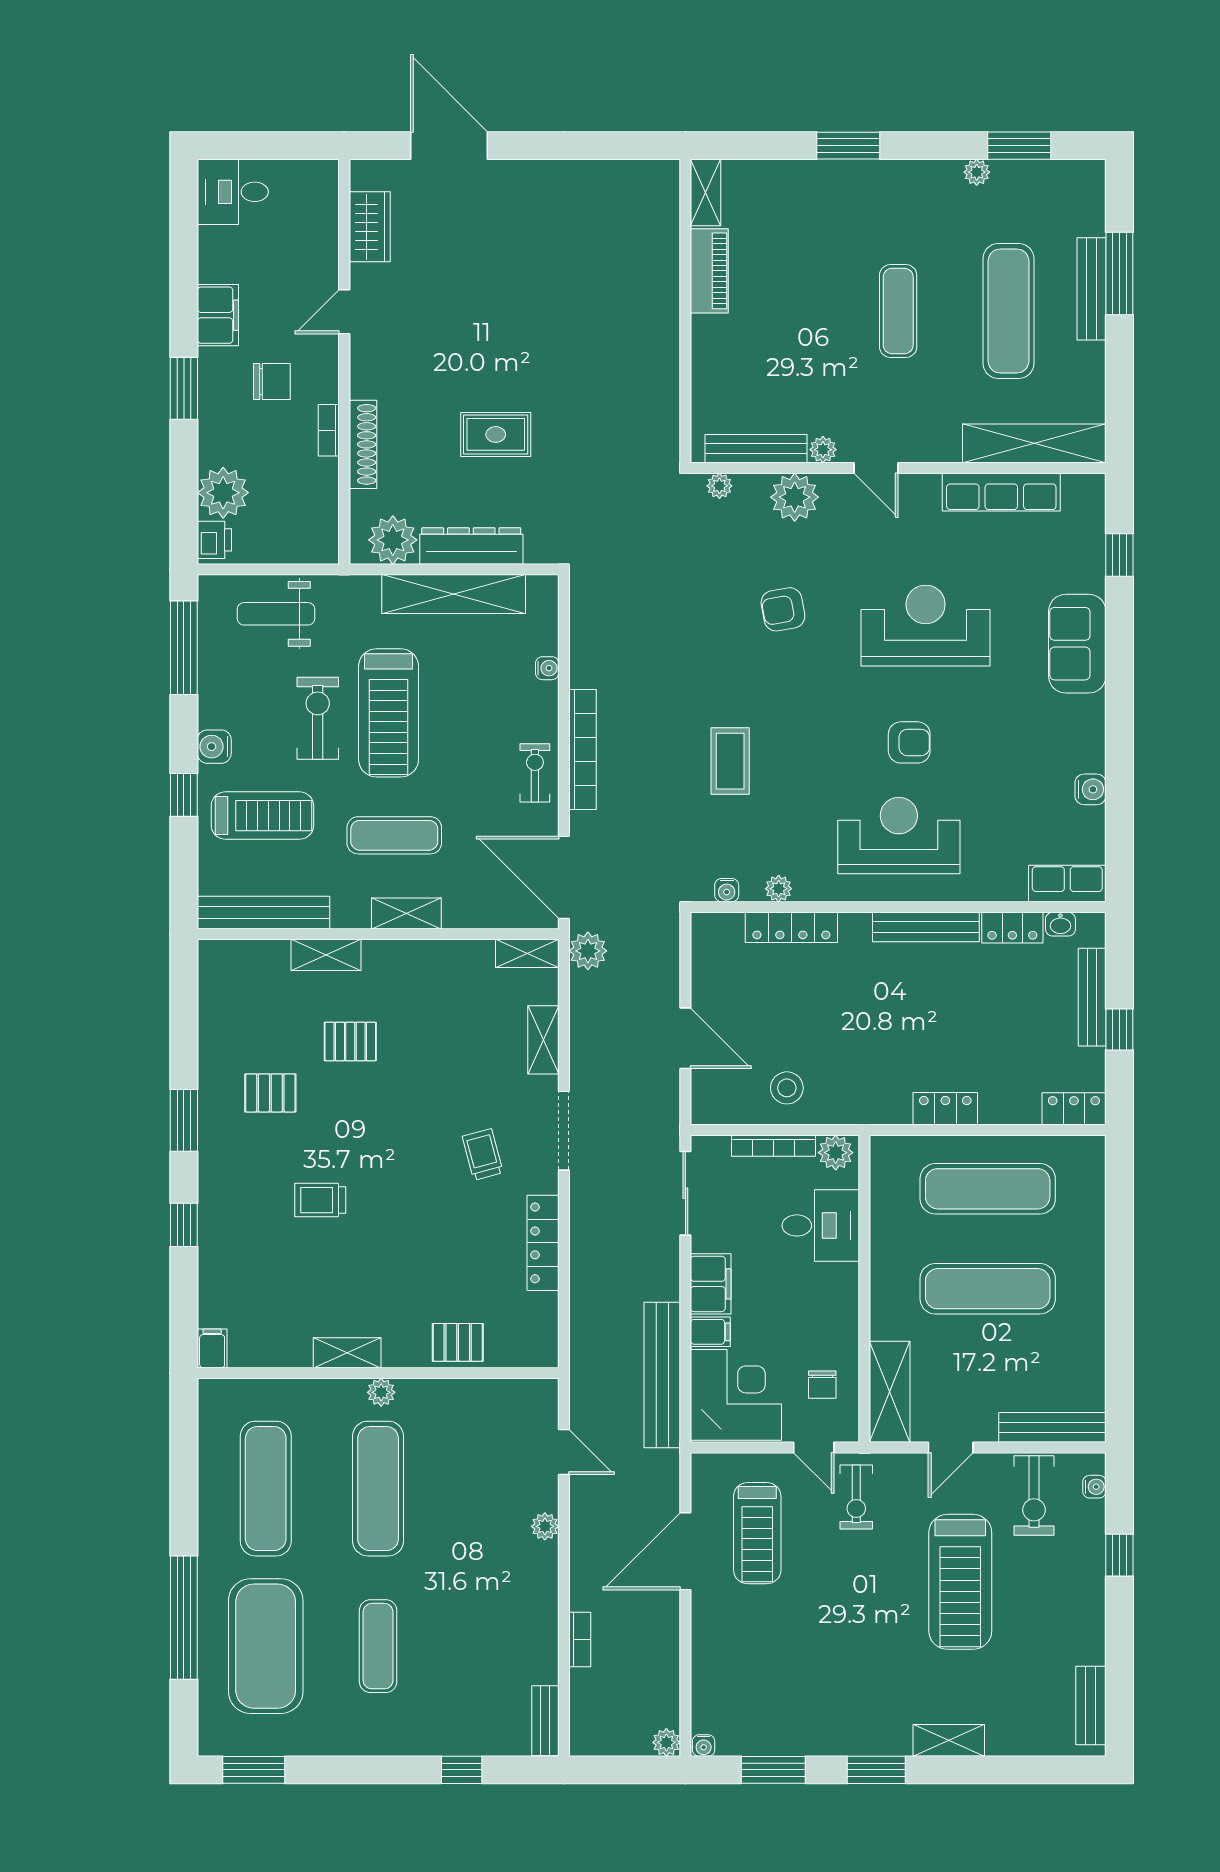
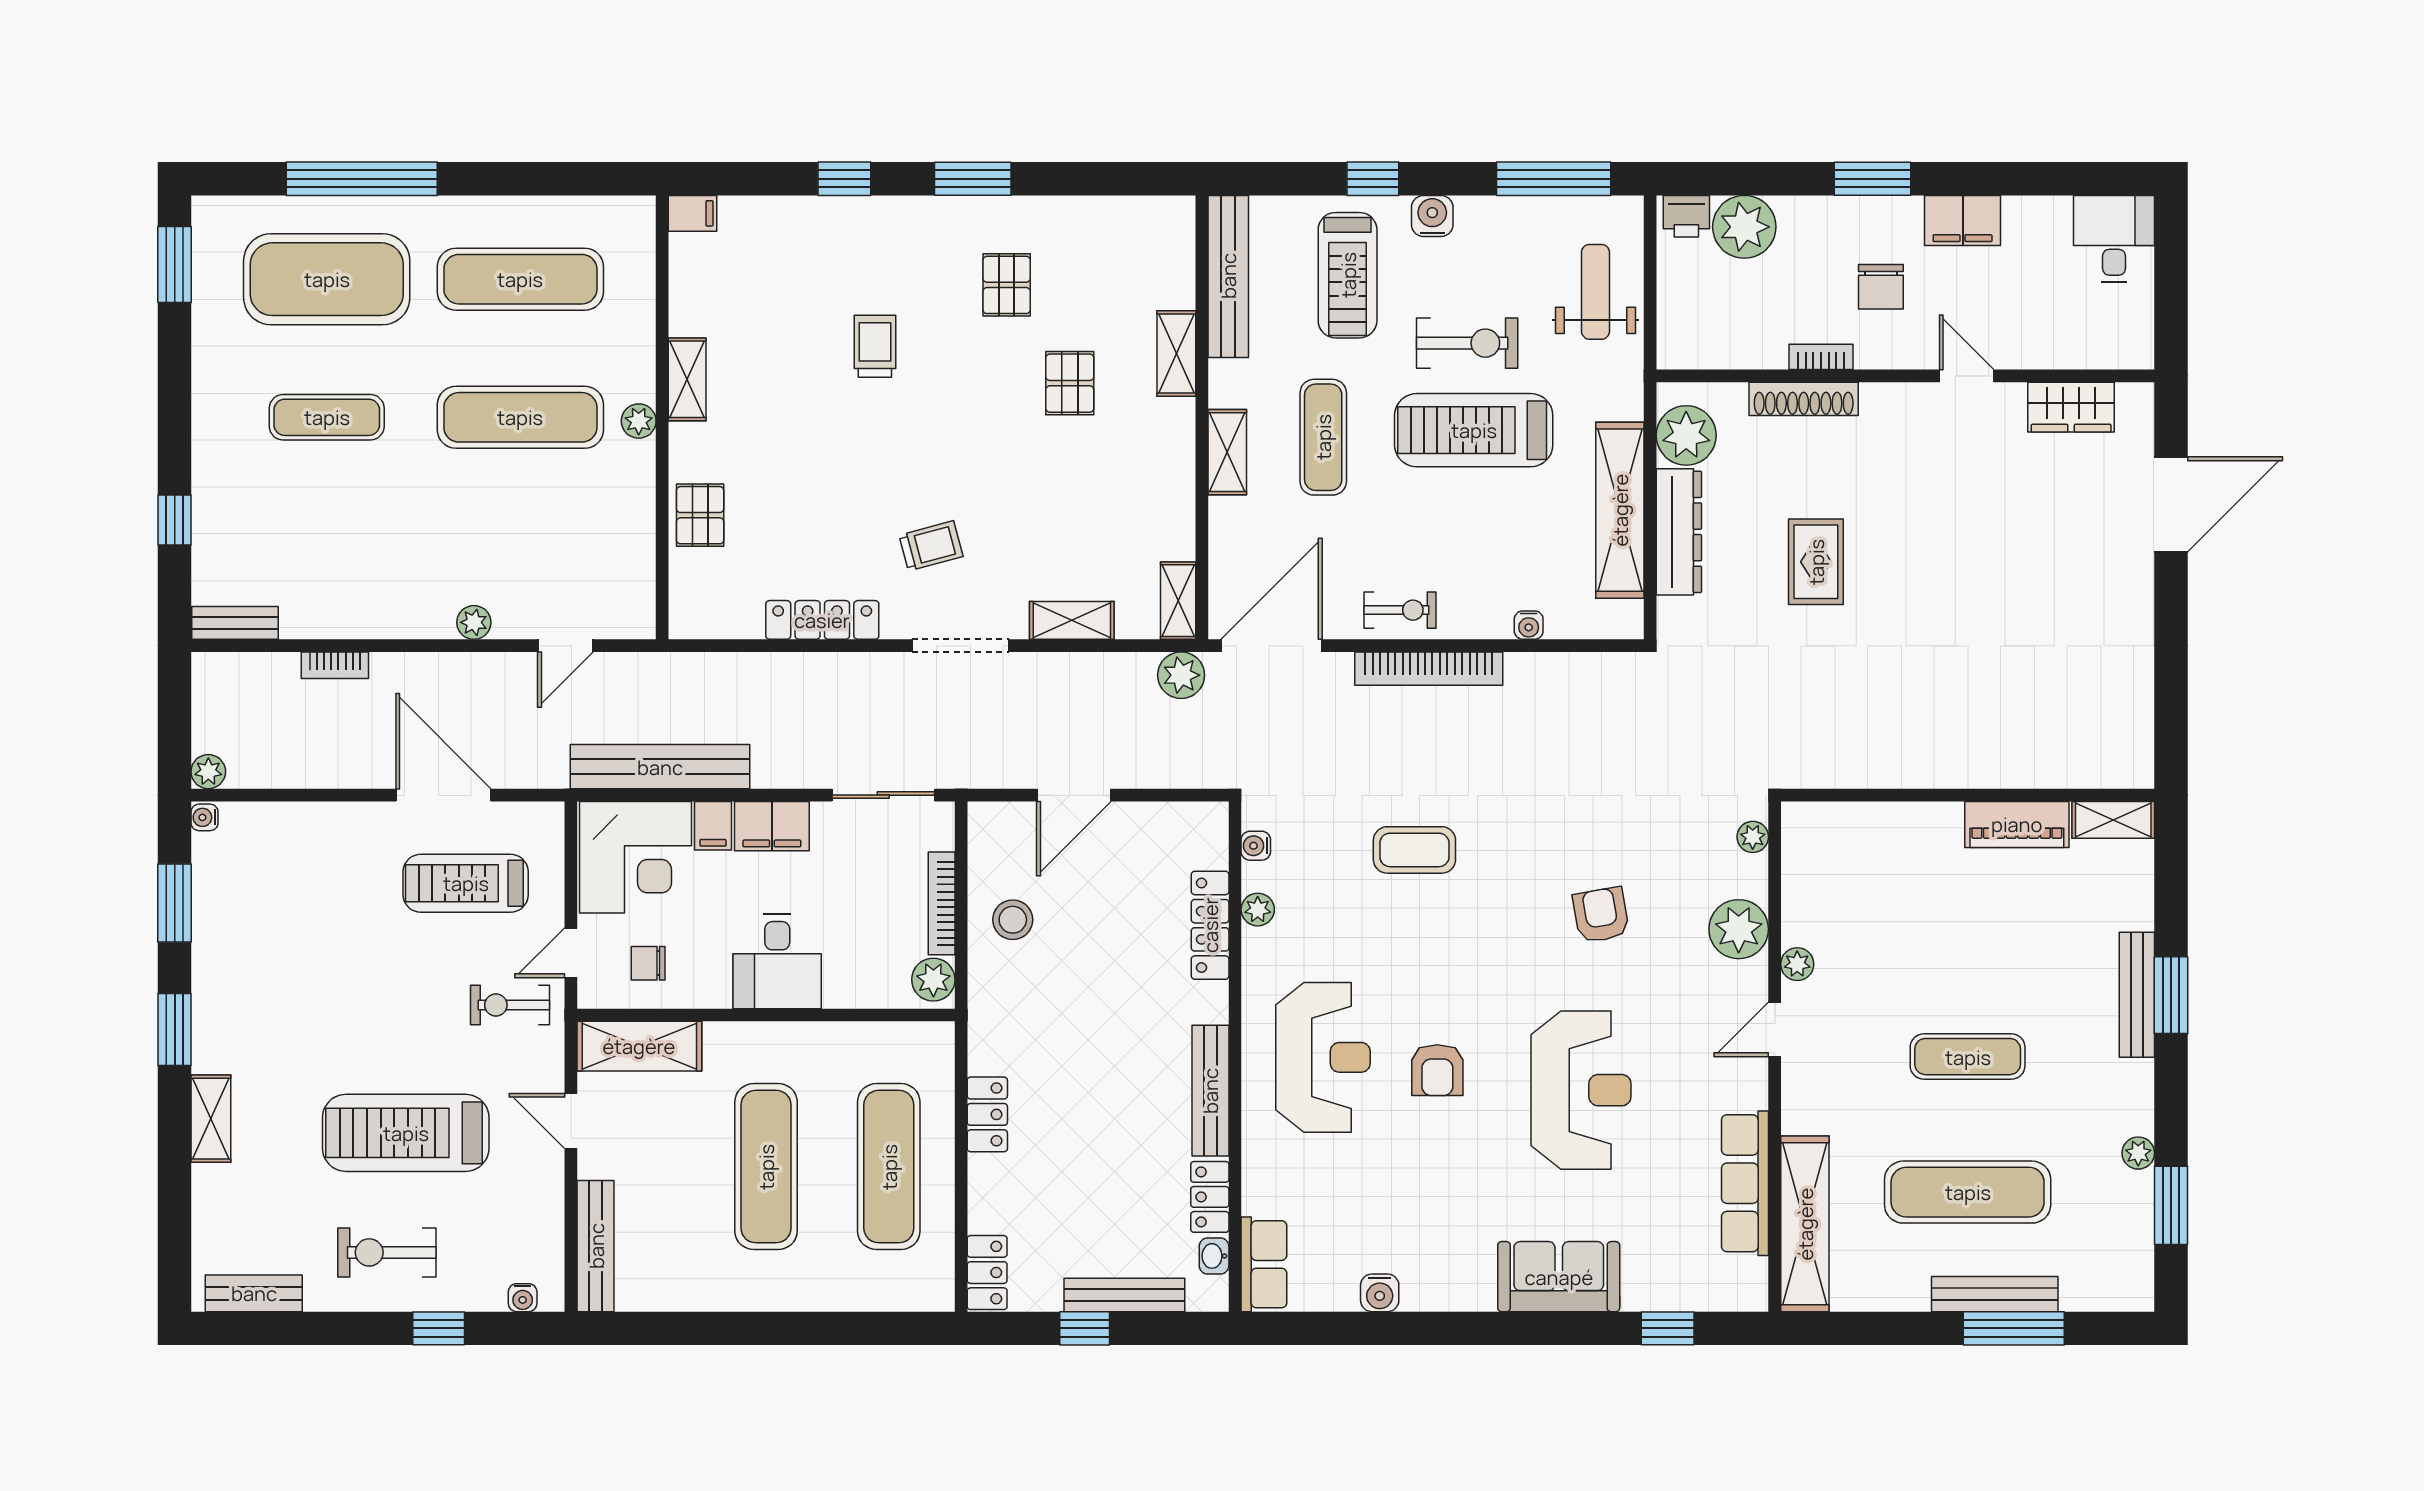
bench: (756, 449) -> (2137, 995), moved
desk: (821, 1225) -> (777, 961), moved
exercise bike: (1034, 1495) -> (387, 1252), moved

